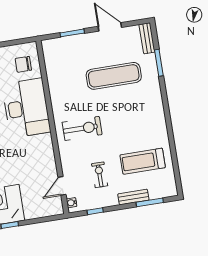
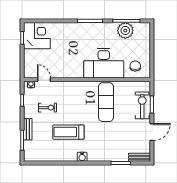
exercise mat: (114, 76) -> (106, 102), moved
water cooler: (159, 117) -> (82, 157), added
exercise bike: (82, 128) -> (142, 105), moved, turned 180
treadmill: (143, 161) -> (68, 132), moved, turned -90

